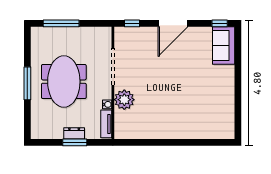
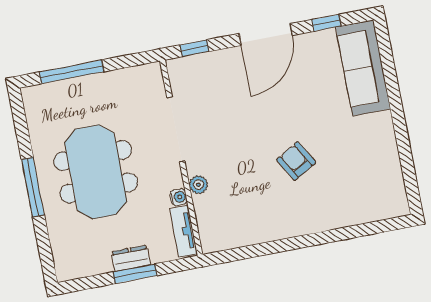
window: (220, 23) -> (326, 23), moved
sofa: (224, 46) -> (363, 68), width x1.36
armchair: (176, 97) -> (296, 161), added
plant: (124, 100) -> (198, 185), width x0.53, depth x0.53

